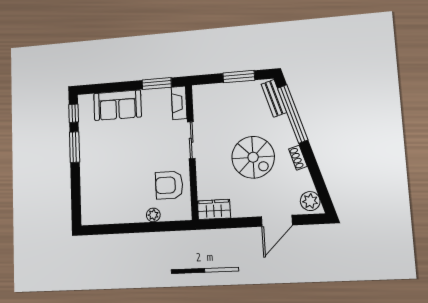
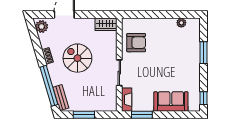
window: (75, 147) -> (203, 53), moved
plant: (153, 215) -> (181, 23), moved

